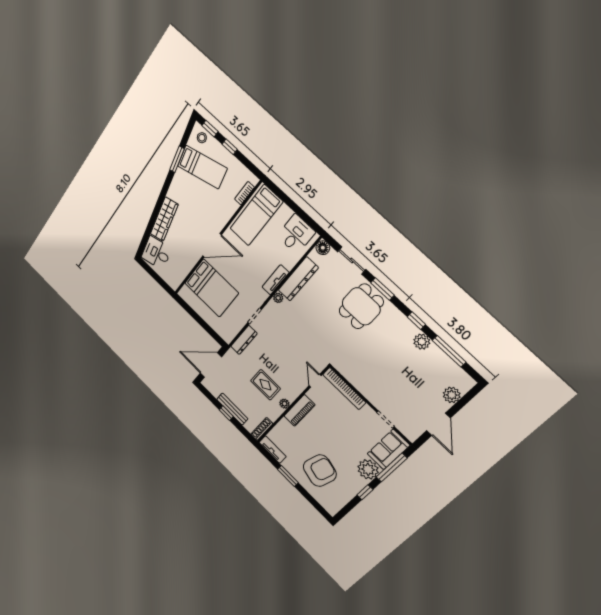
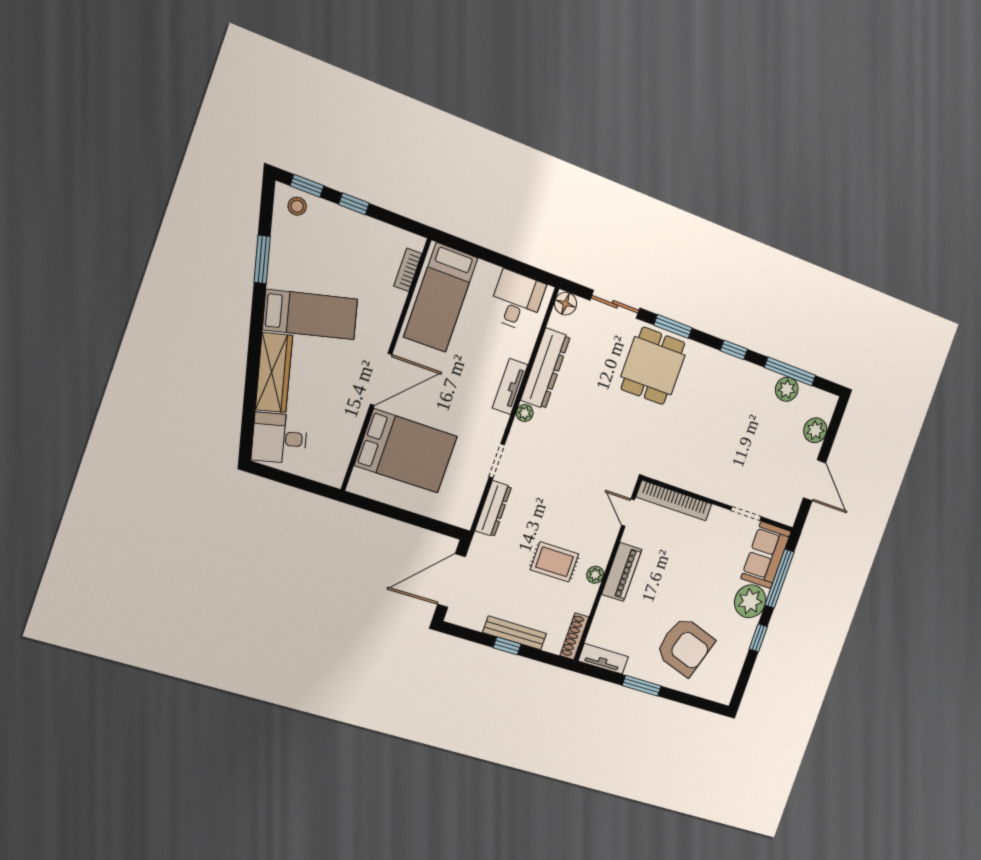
bed: (202, 167) -> (310, 315), moved
plant: (422, 342) -> (787, 389), moved
armchair: (320, 471) -> (685, 647), turned 93

